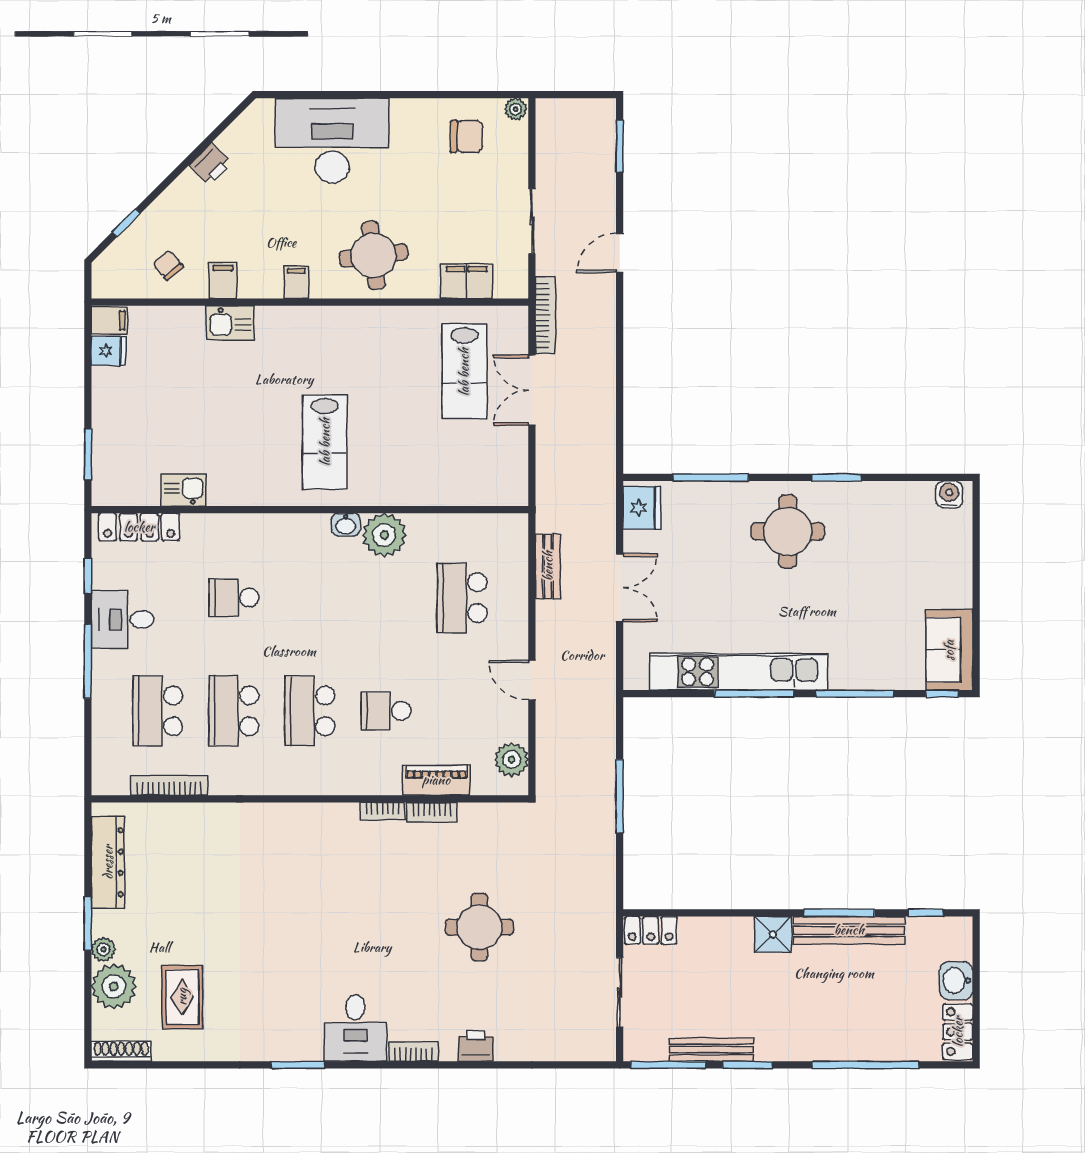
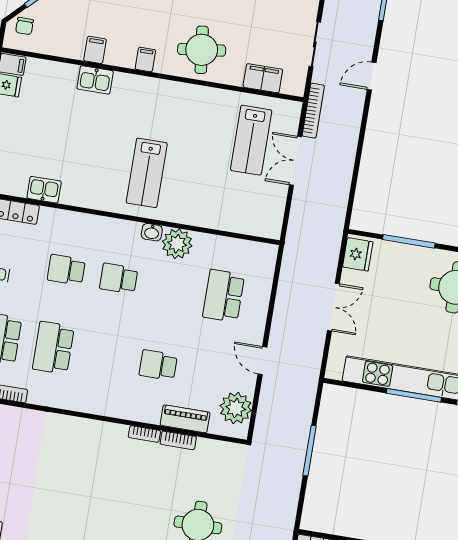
chair: (168, 265) -> (24, 26), moved, turned -140
bench: (548, 566) -> (286, 284), removed
school desk: (310, 711) -> (119, 278), moved, width x0.54
plant: (512, 759) -> (236, 408), width x1.36, depth x1.36

